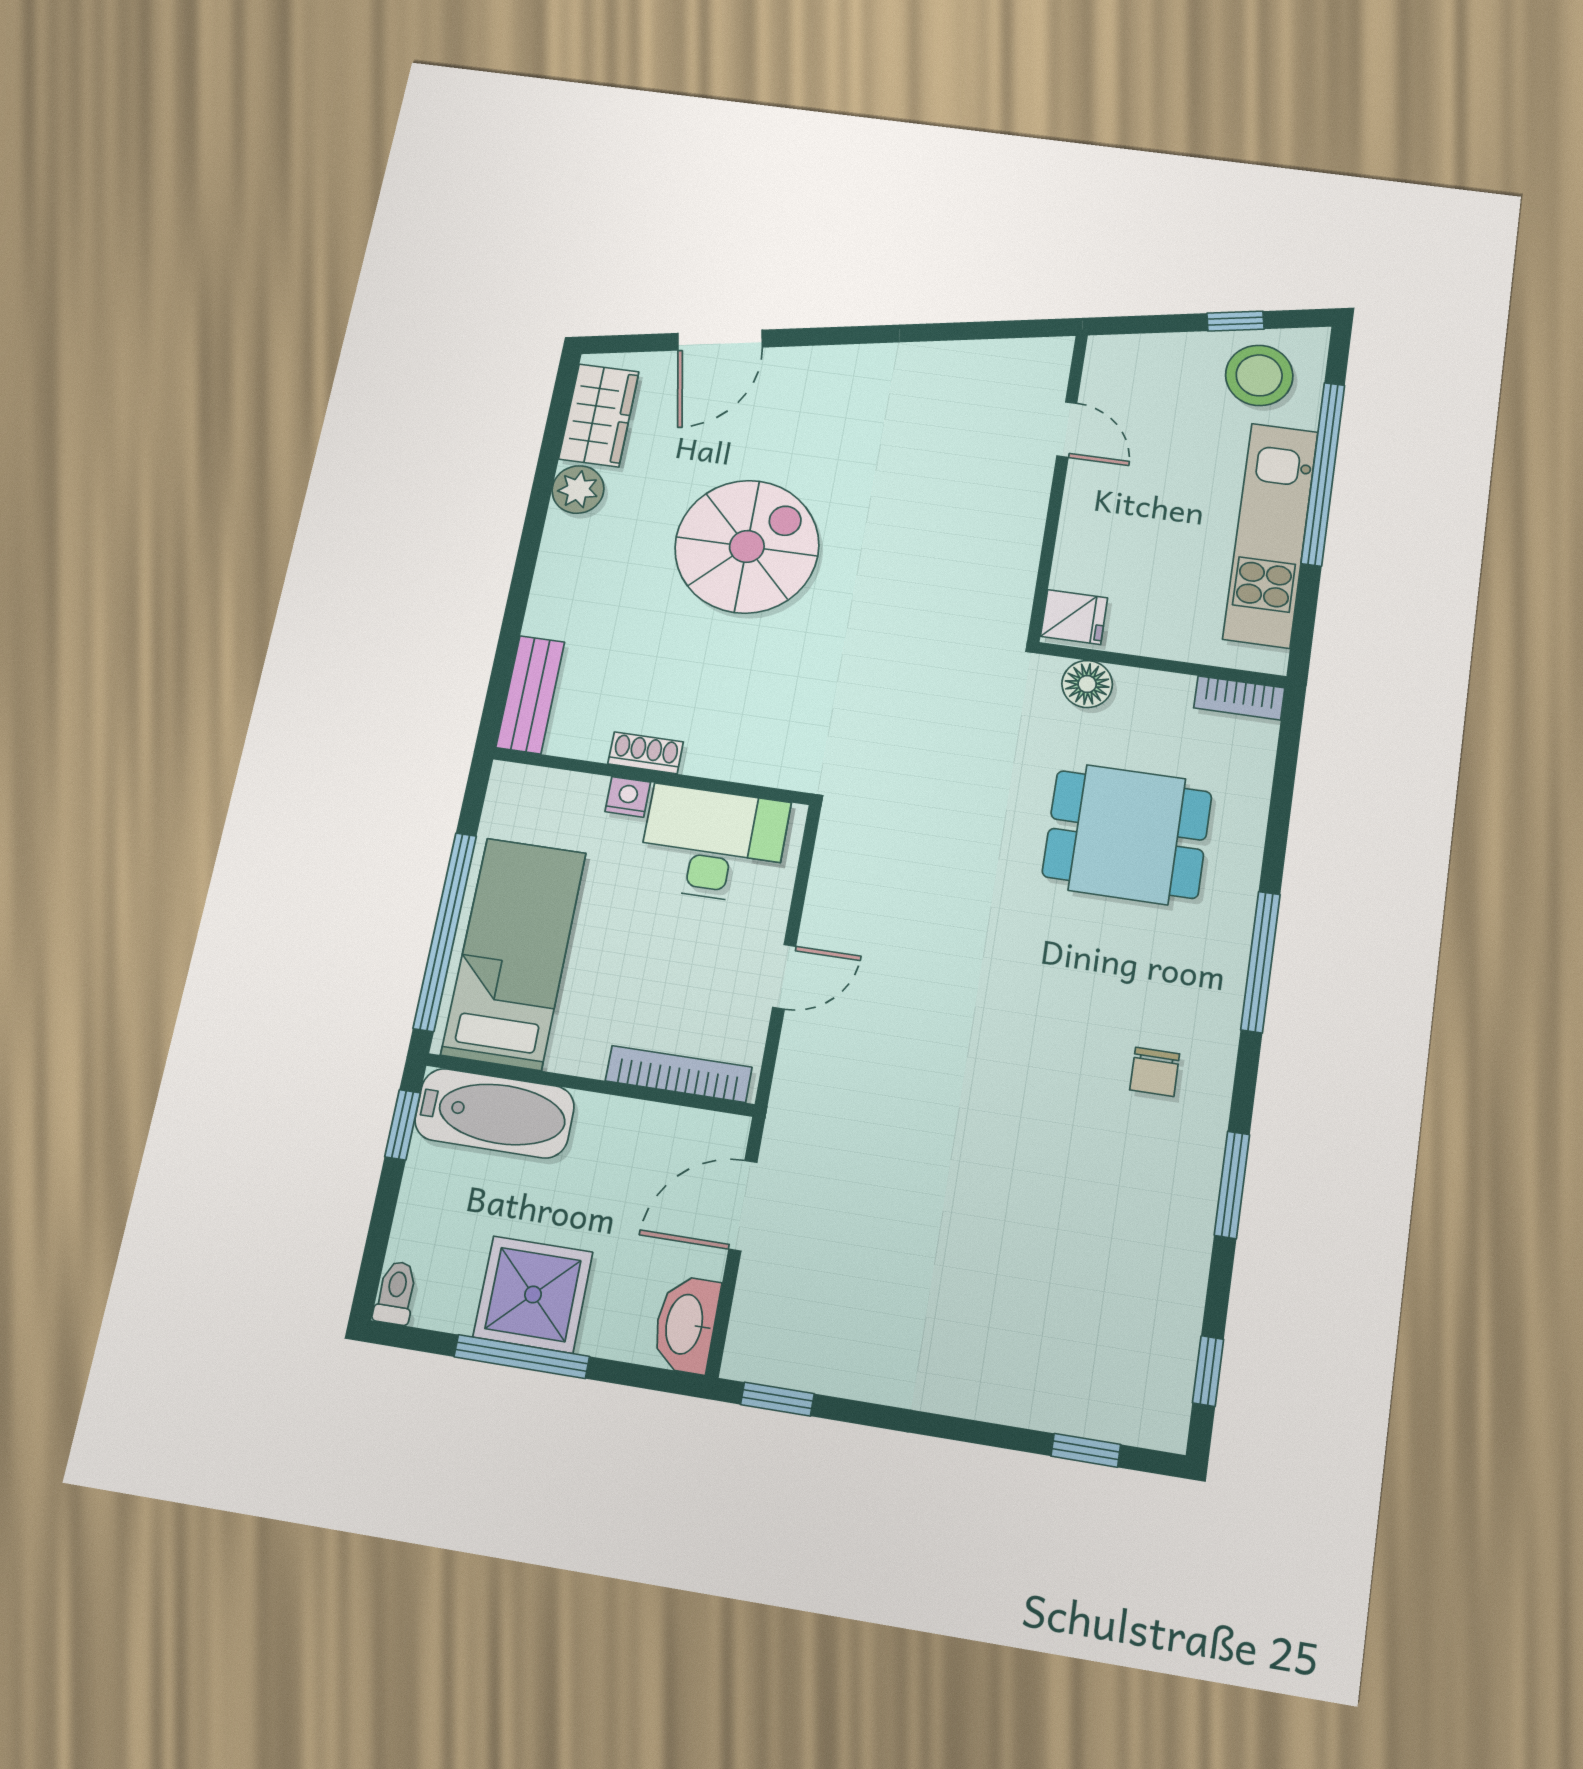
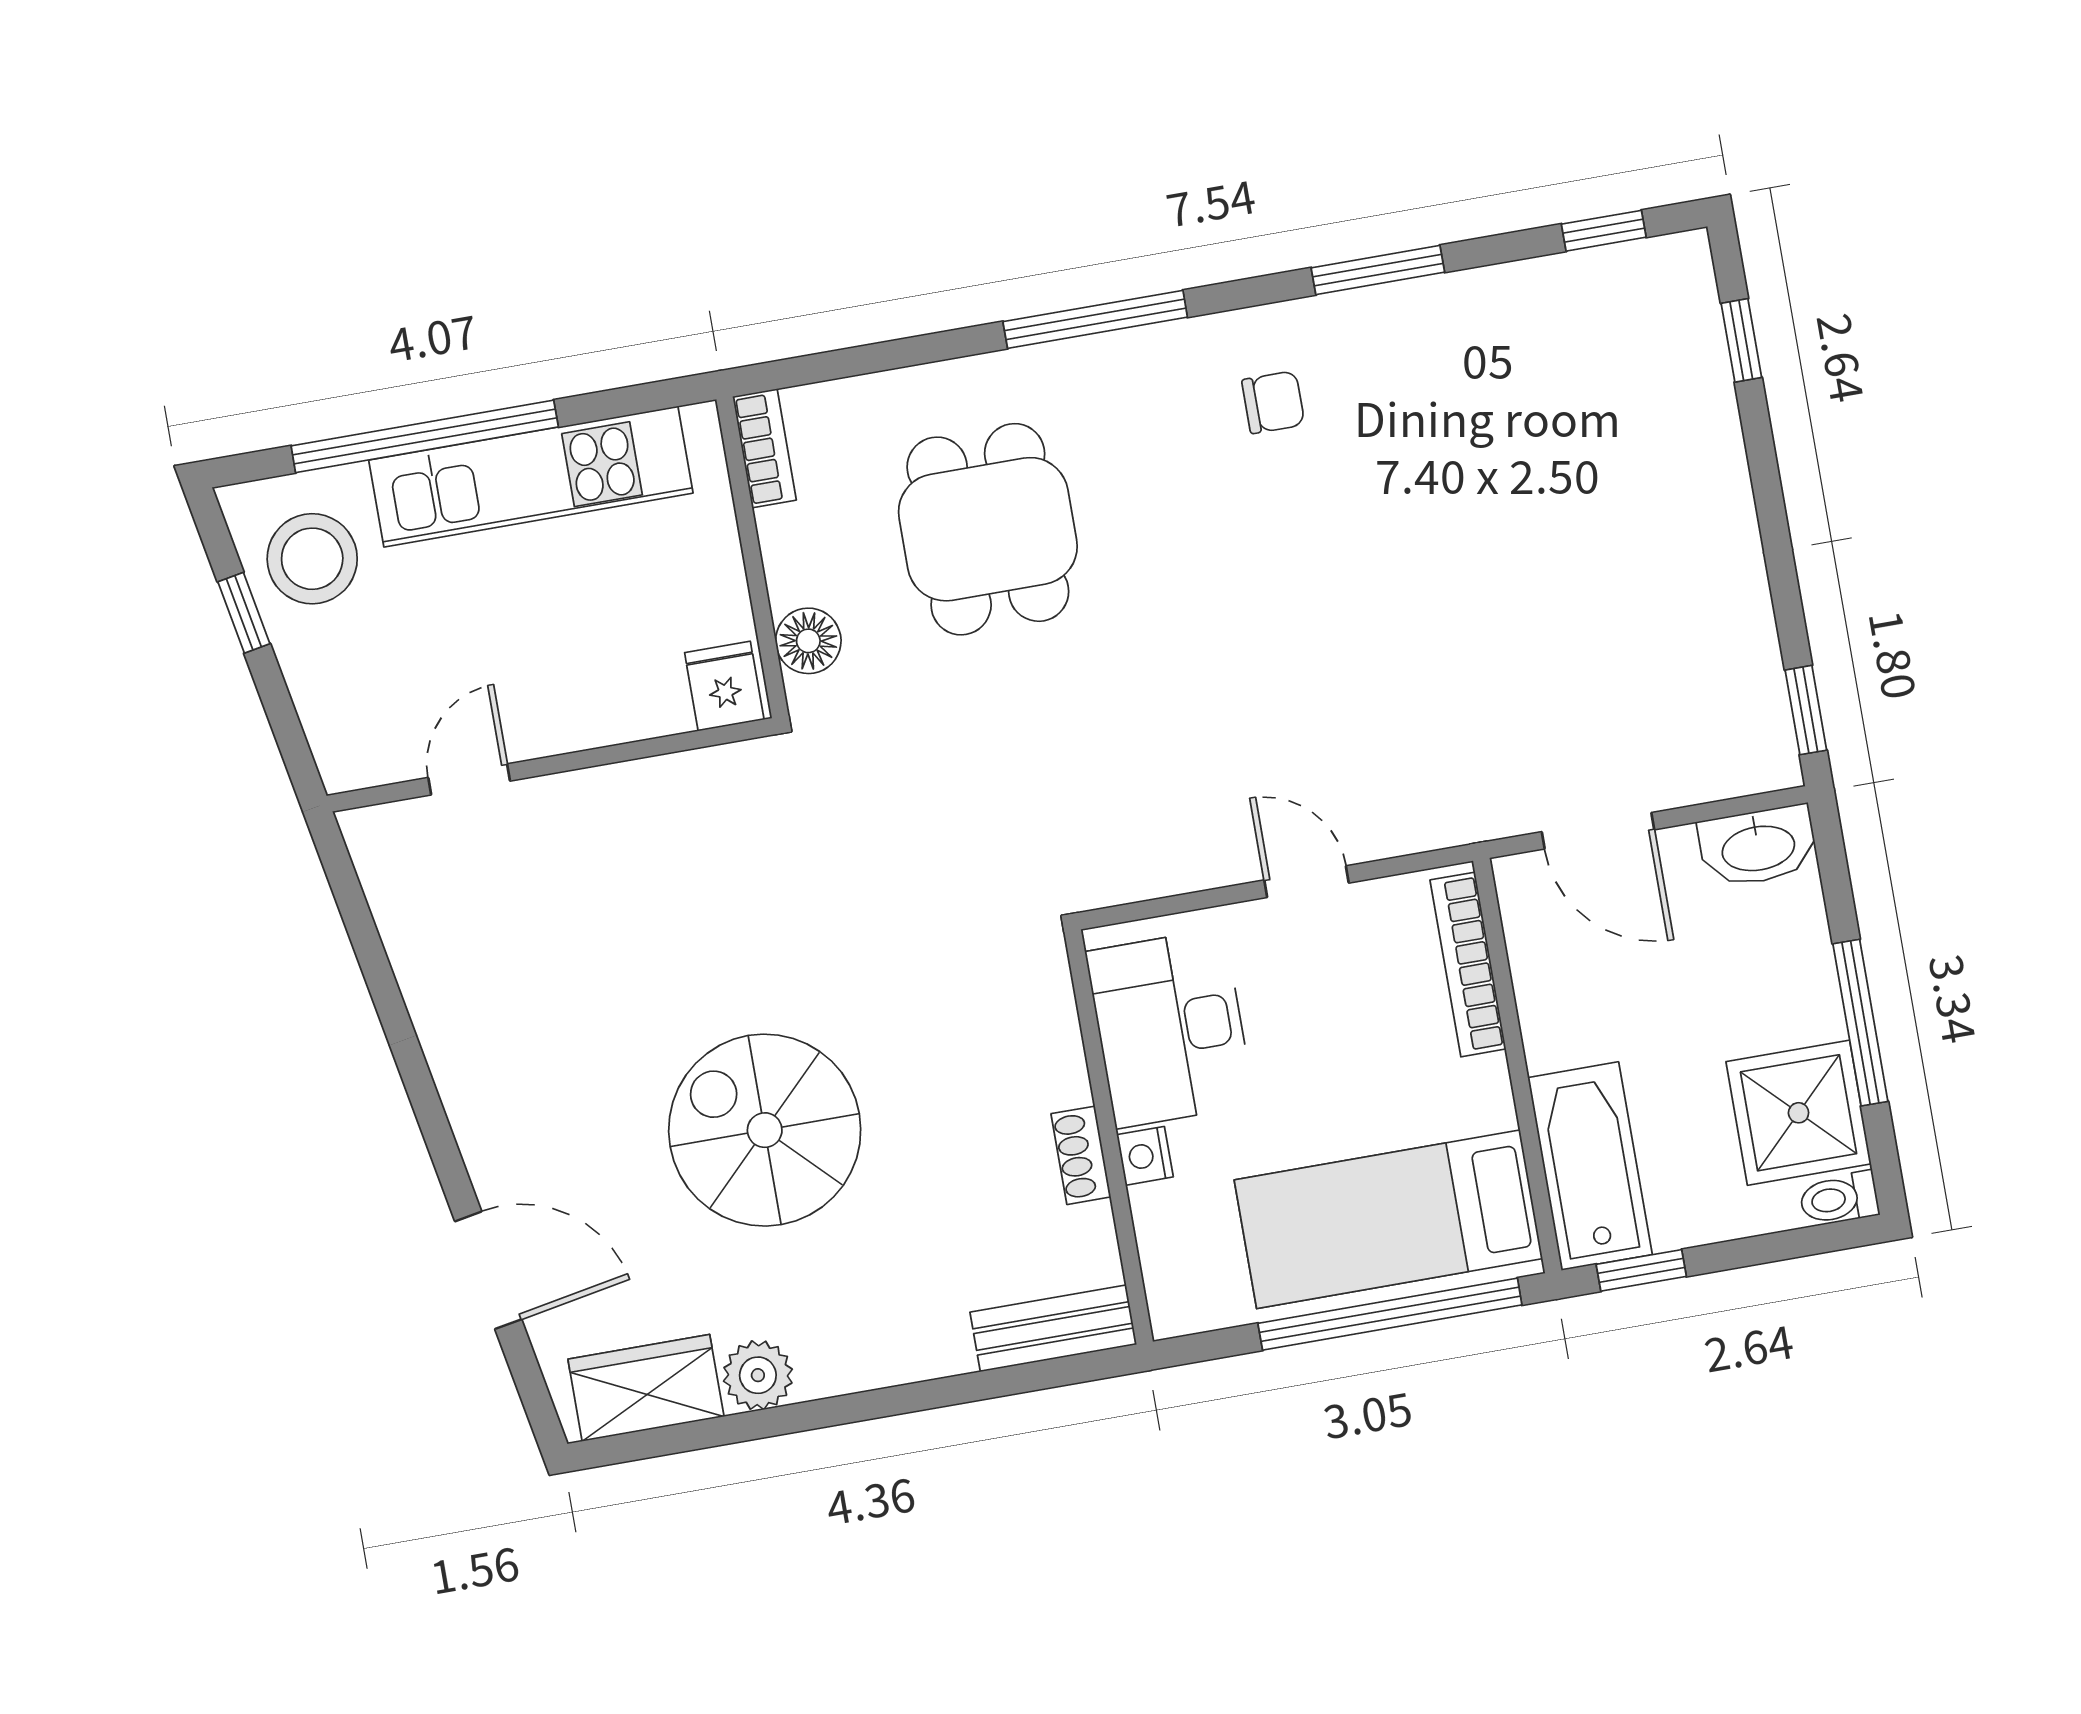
shower: (533, 1294) -> (1799, 1113), moved

